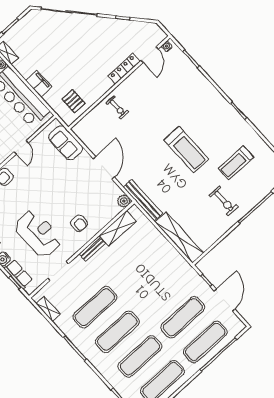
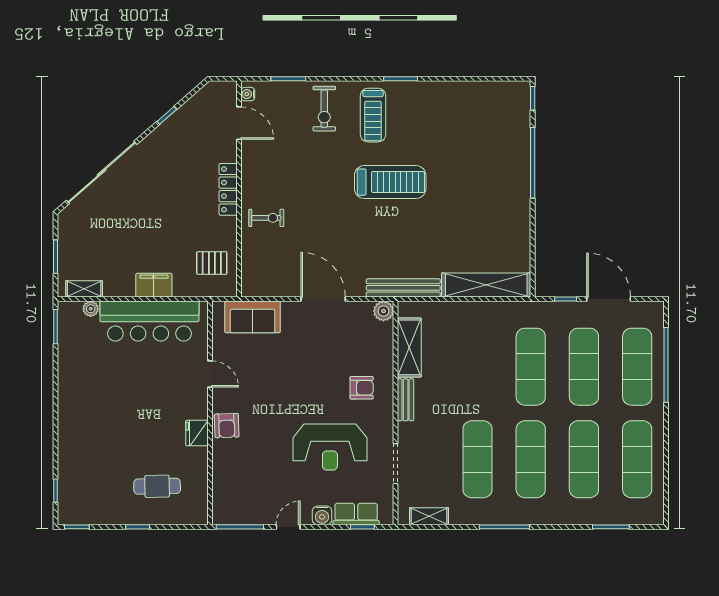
locker: (124, 69) -> (228, 189), moved
treadmill: (236, 163) -> (373, 115), moved
exercise bike: (224, 201) -> (324, 109), moved, turned 90
reception desk: (38, 234) -> (330, 447), turned 180
exercise mat: (160, 293) -> (531, 367), added

